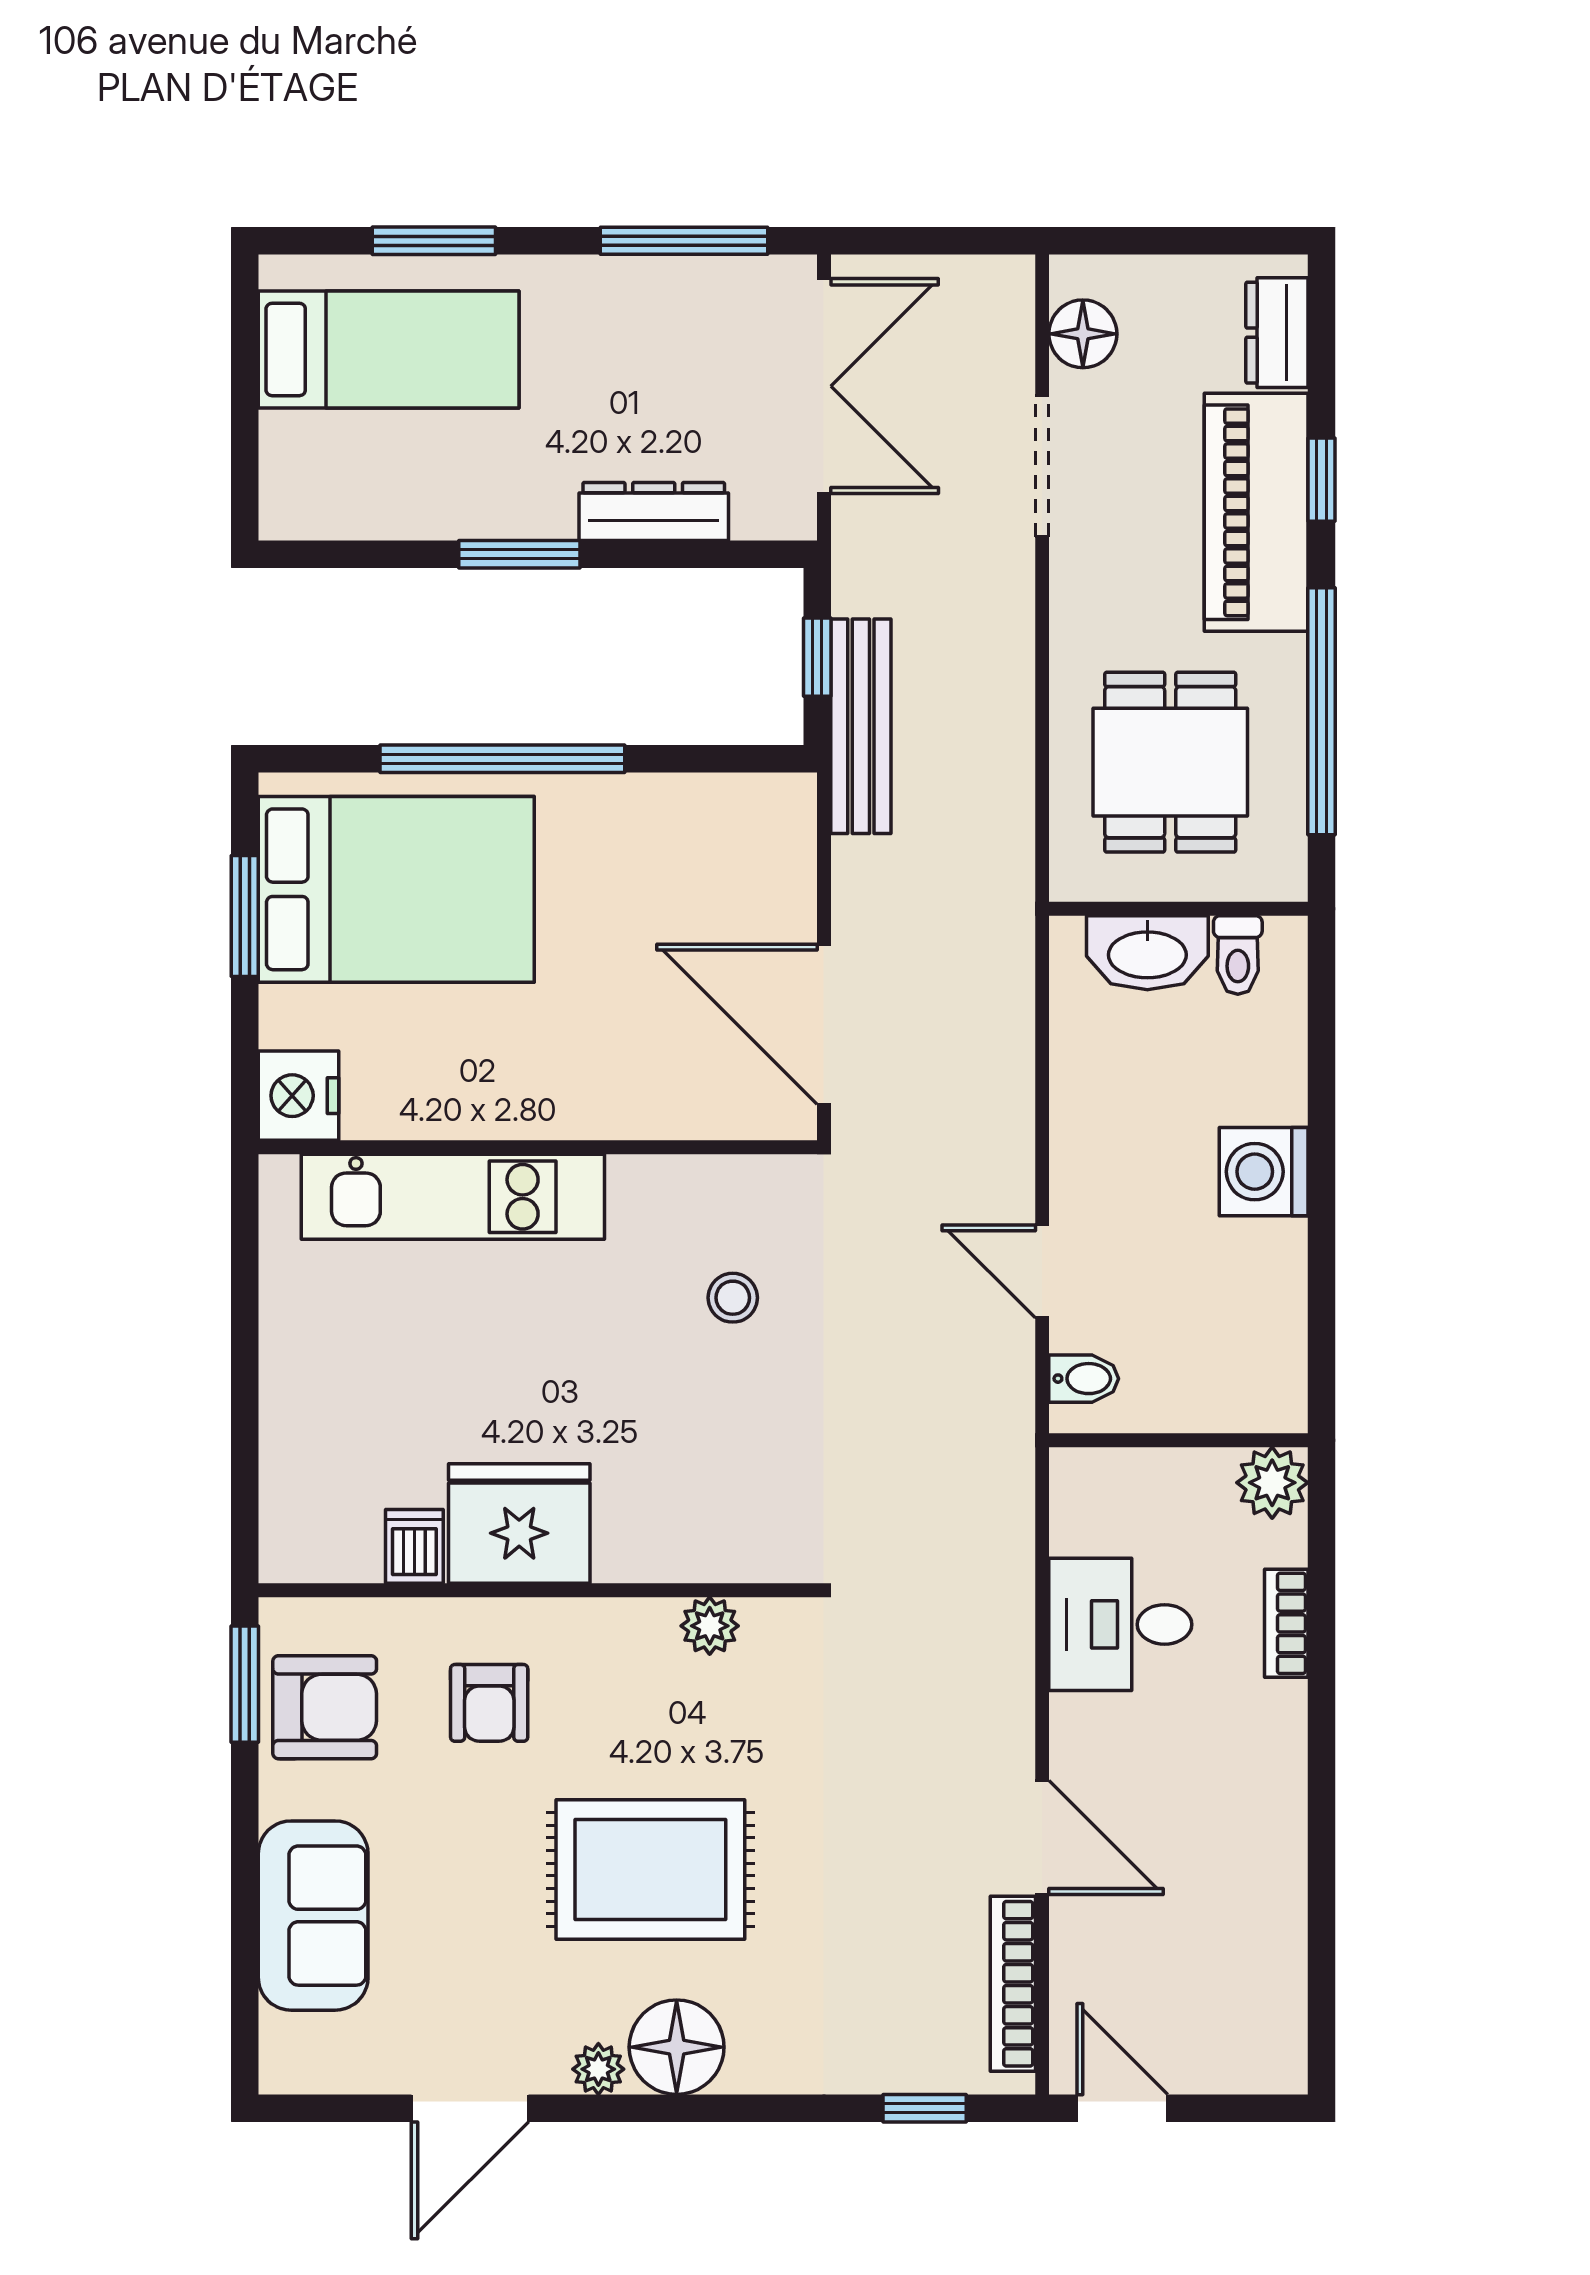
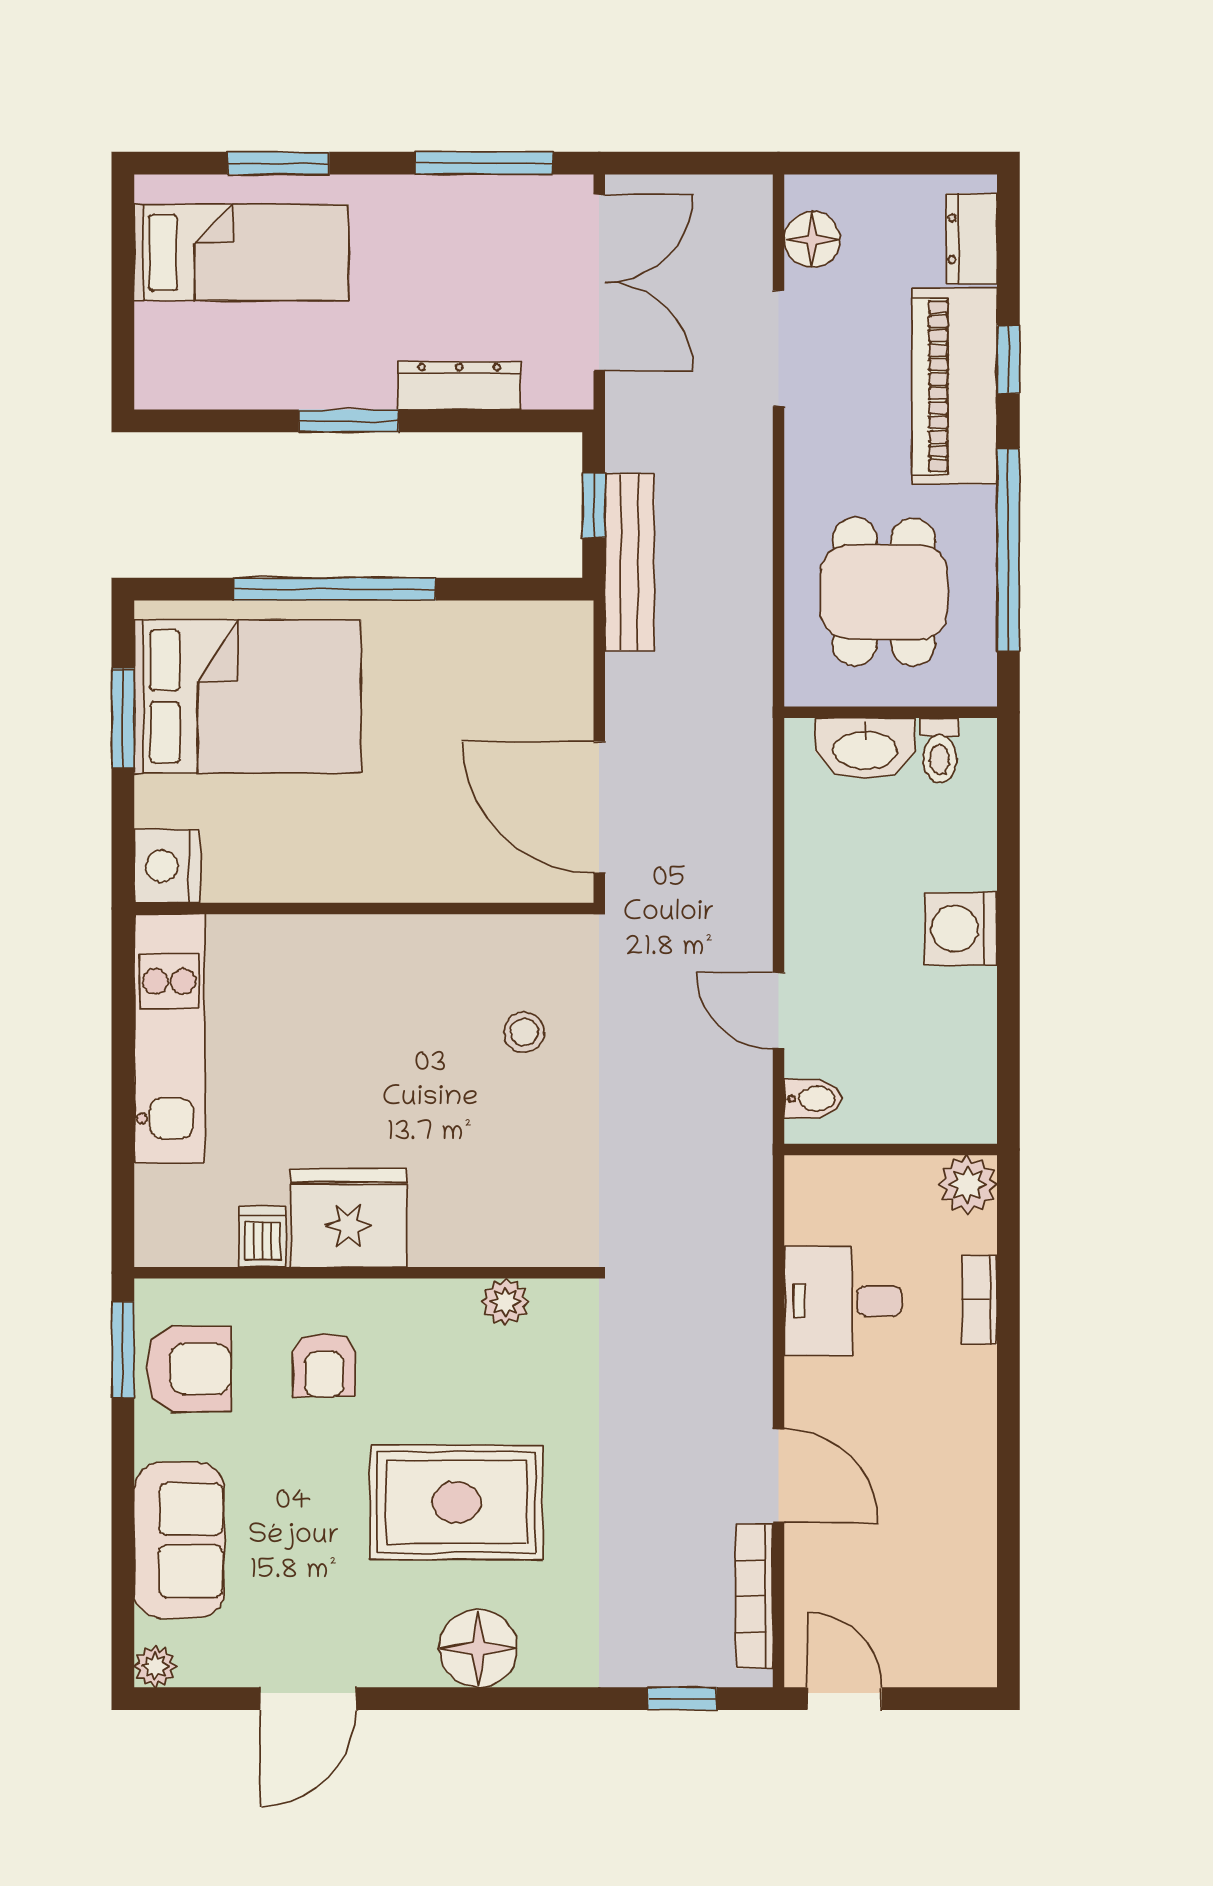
kitchen unit: (453, 1197) -> (169, 1039), moved, turned -90
plant: (598, 2069) -> (155, 1666), moved

